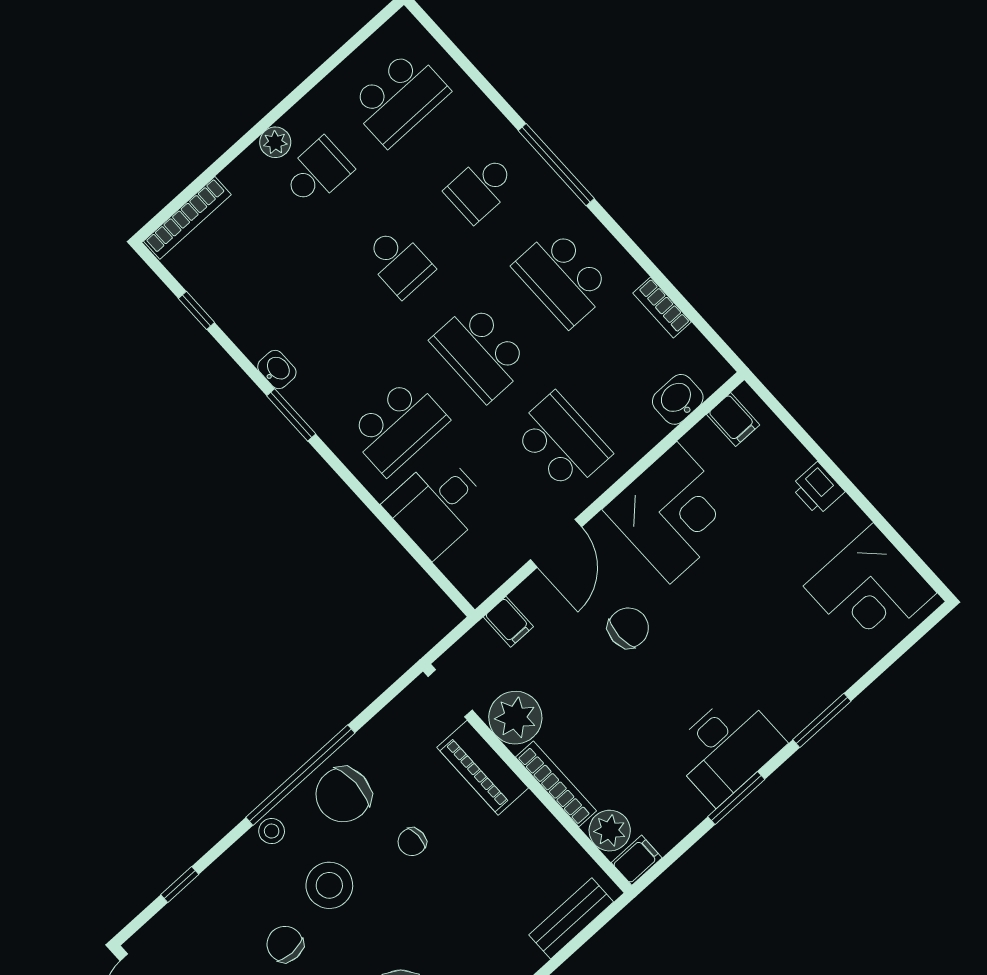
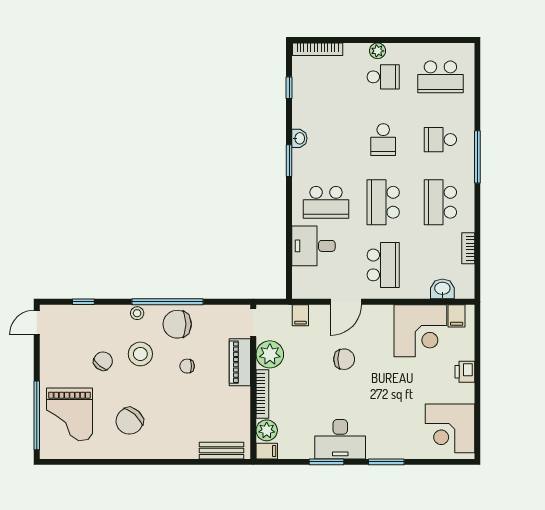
corner desk: (673, 513) -> (420, 331), moved
chair: (285, 944) -> (103, 361), turned 39

